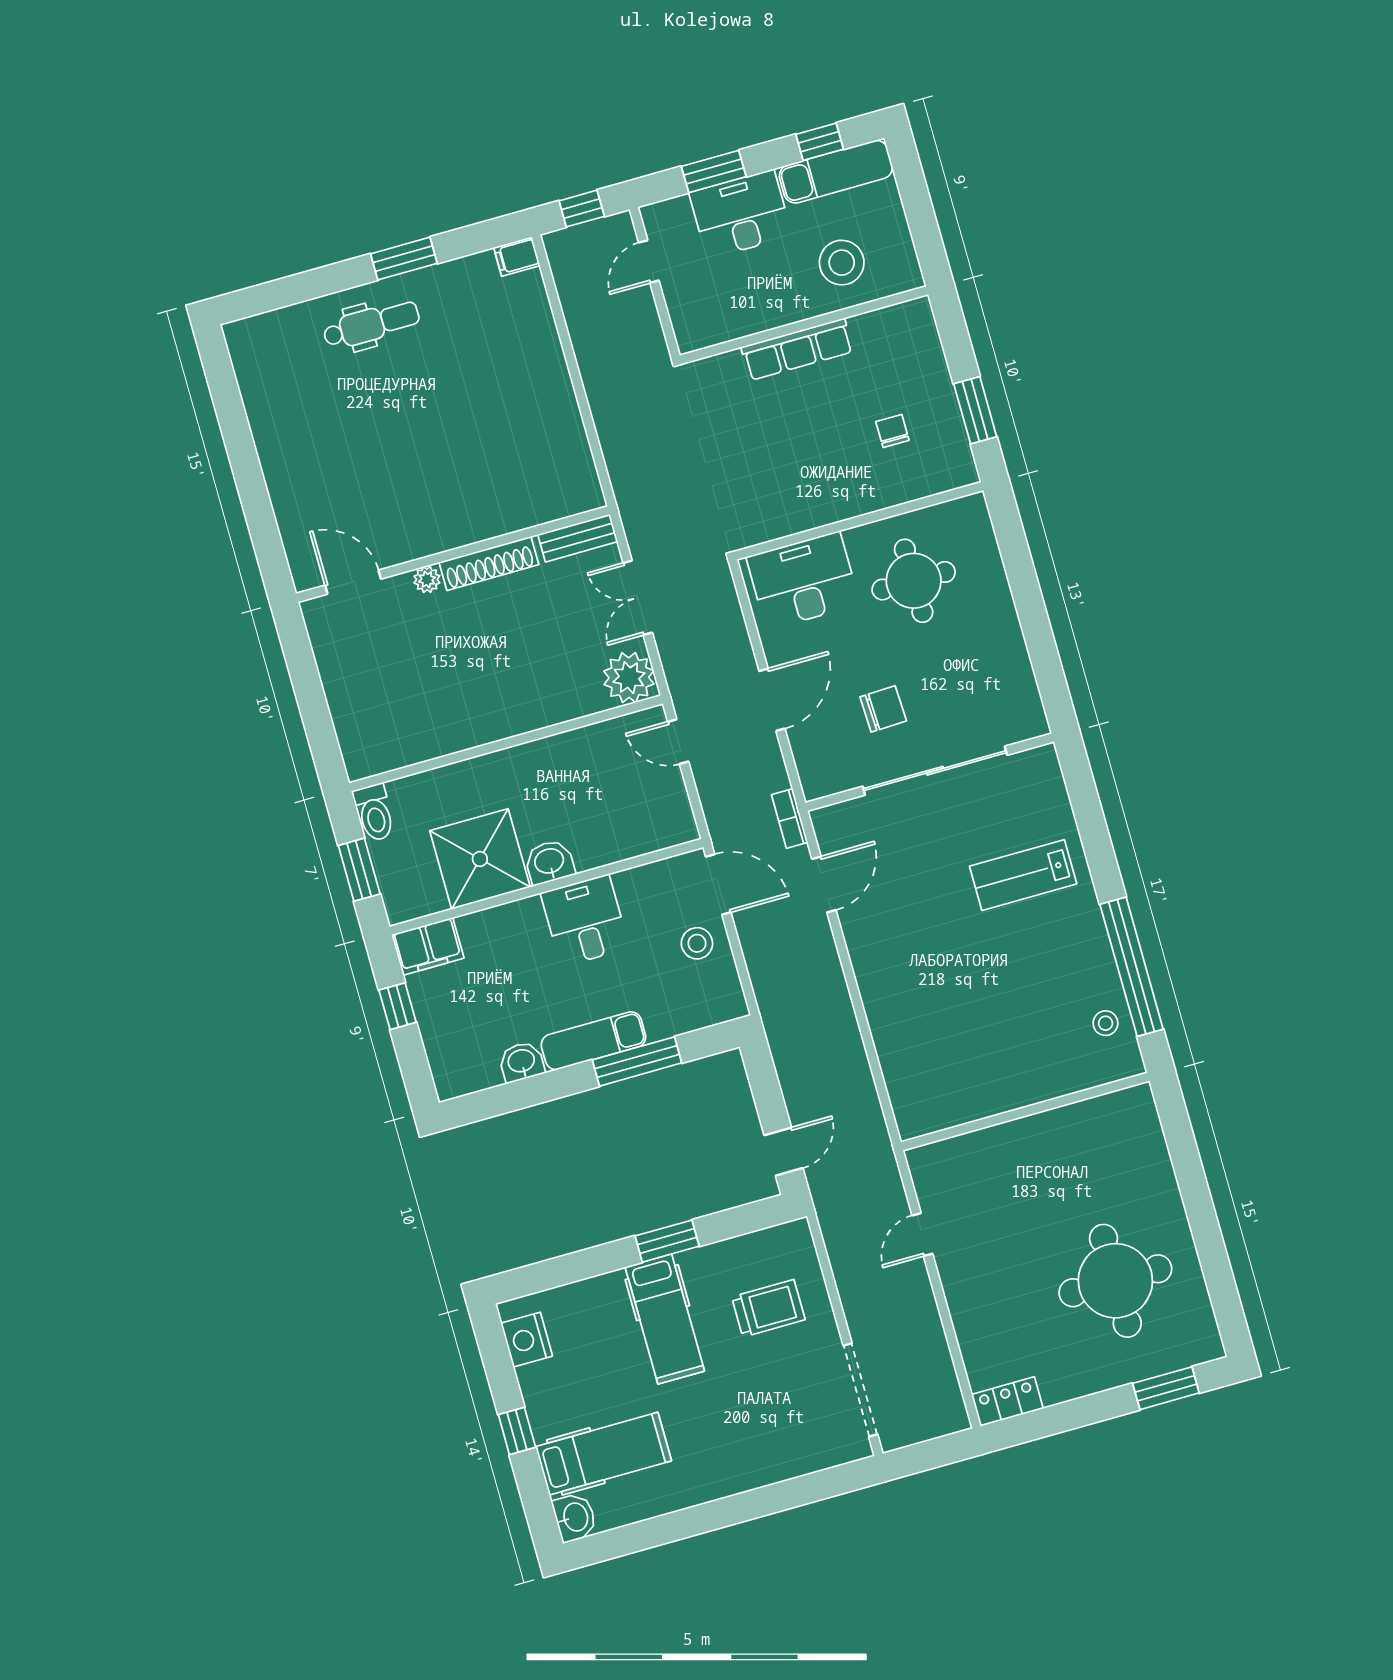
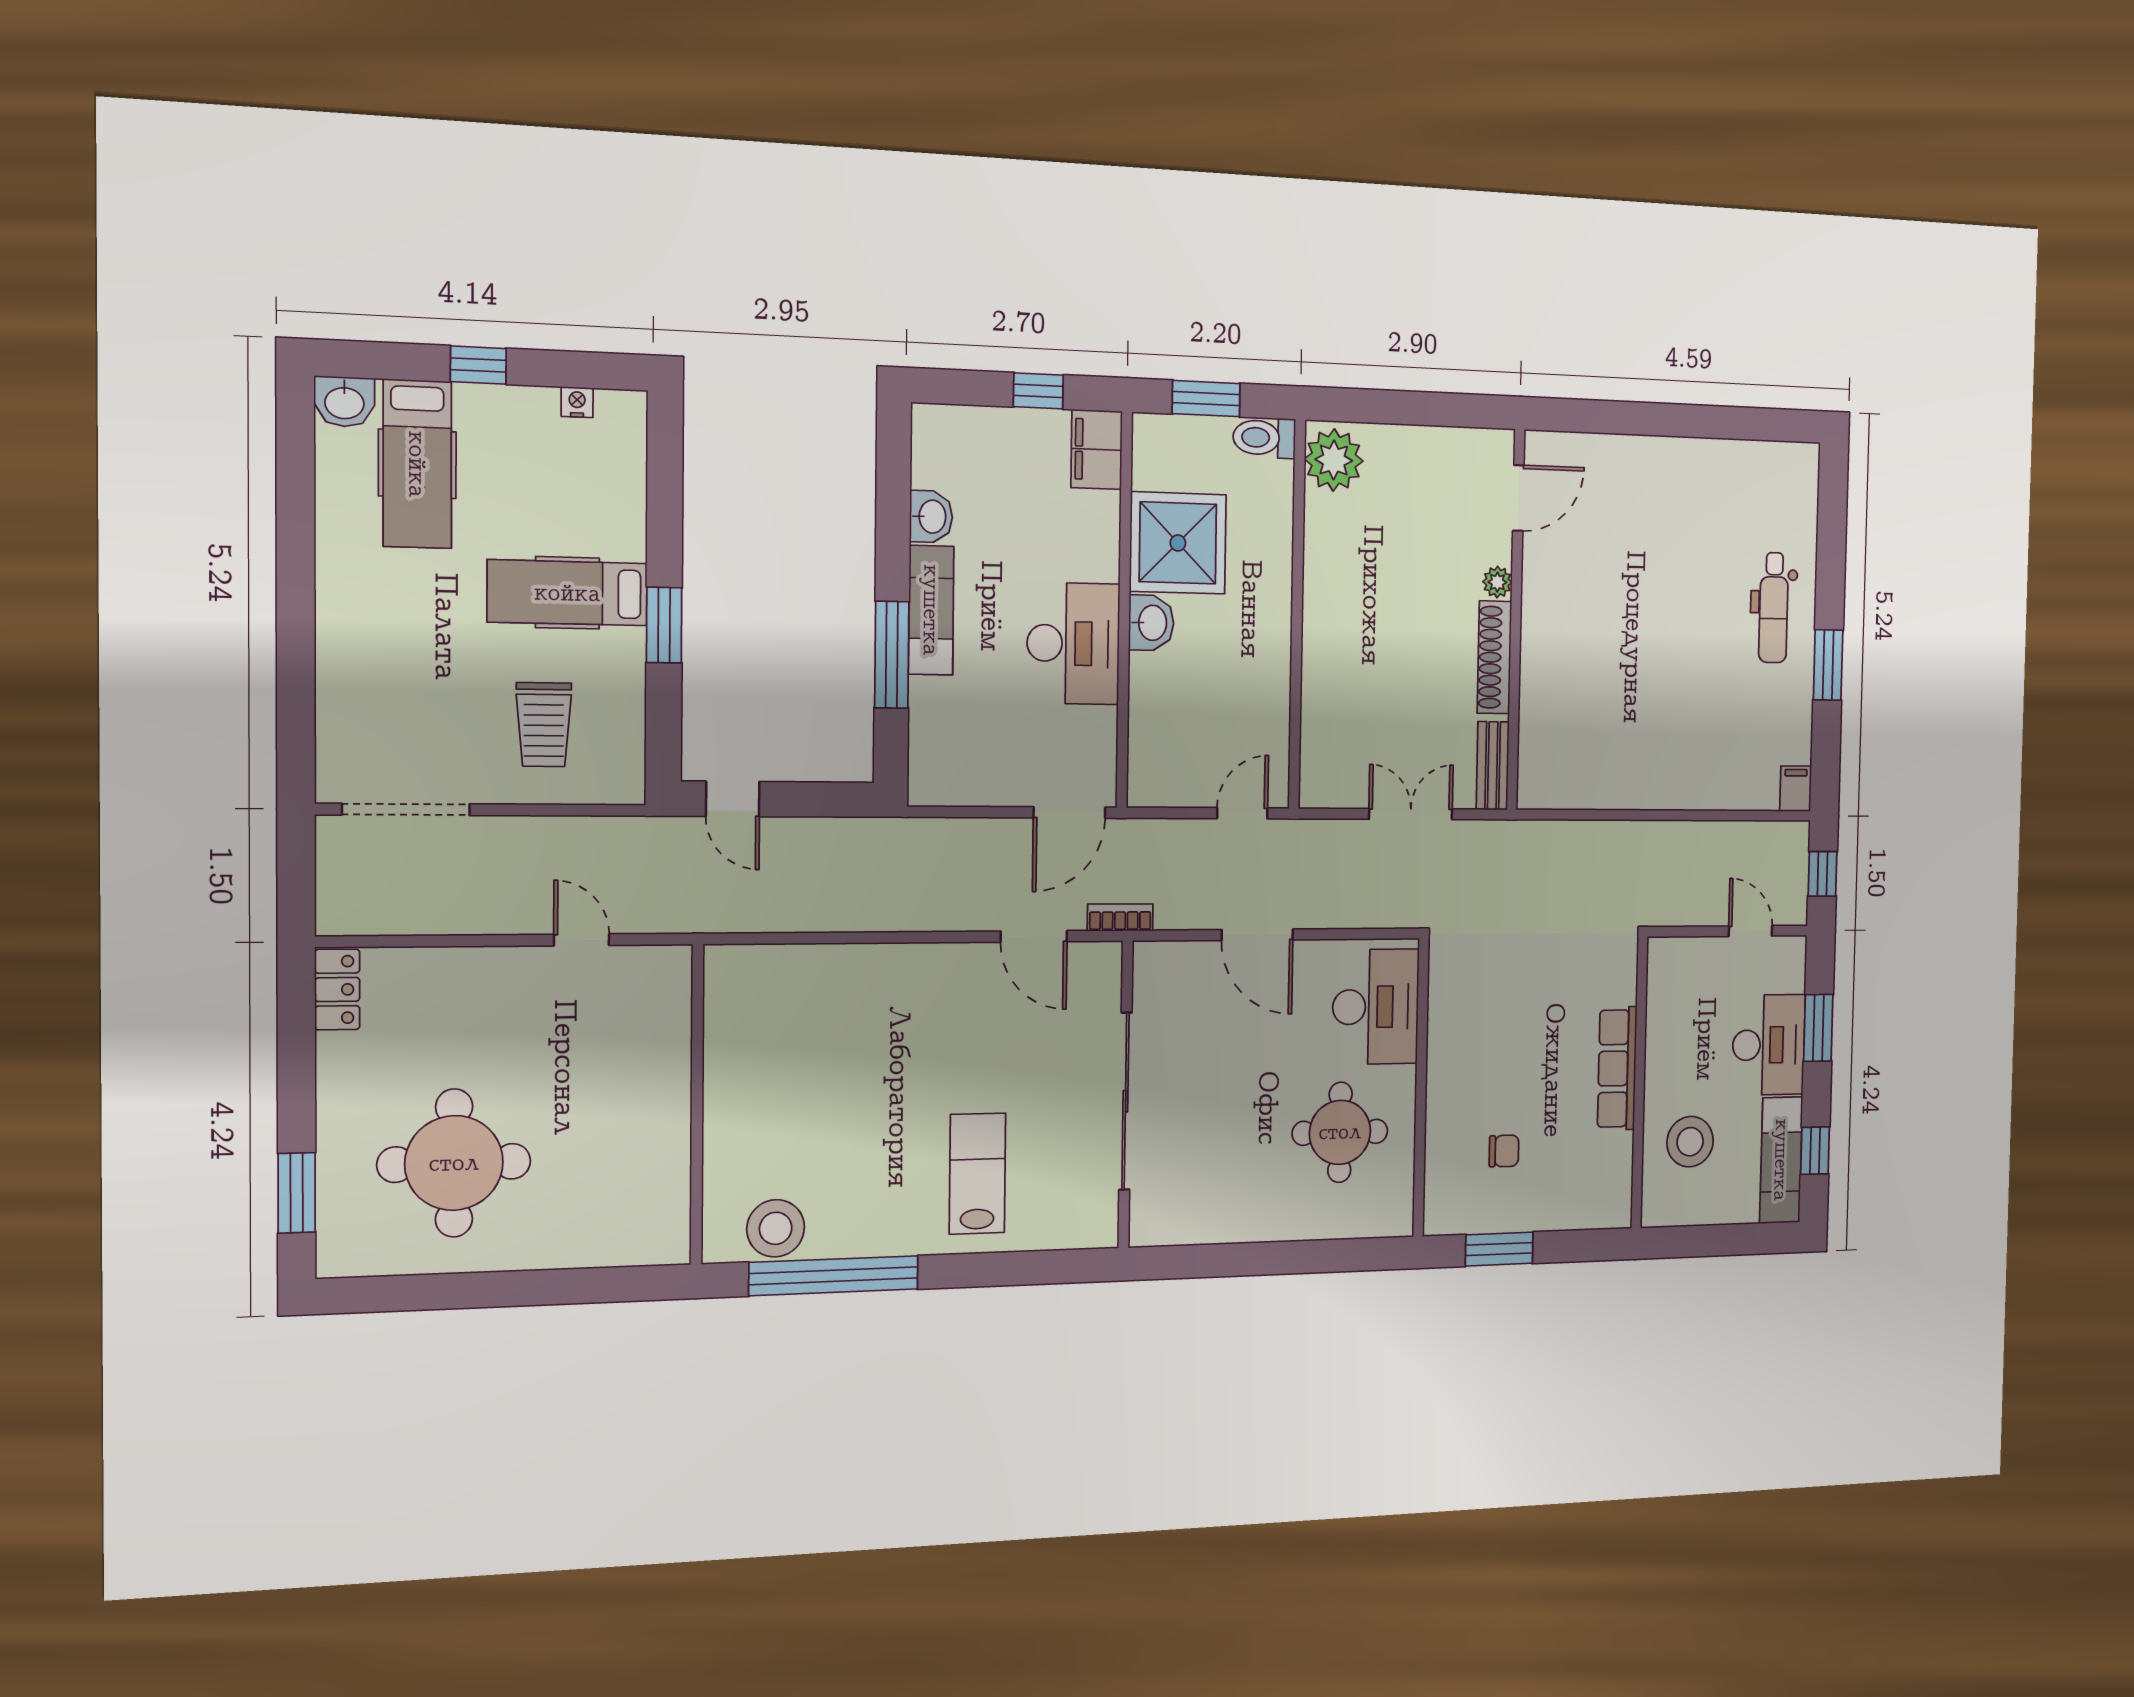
plant: (629, 678) -> (1334, 460), moved
chair: (883, 709) -> (1211, 1060), removed
desk: (585, 921) -> (1073, 643), width x1.37
stool: (697, 943) -> (1009, 767), removed
stool: (1106, 1023) -> (776, 1228), width x1.89, depth x1.89
nightstand: (527, 1340) -> (577, 402), width x0.53, depth x0.56

